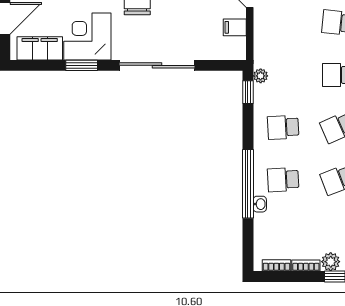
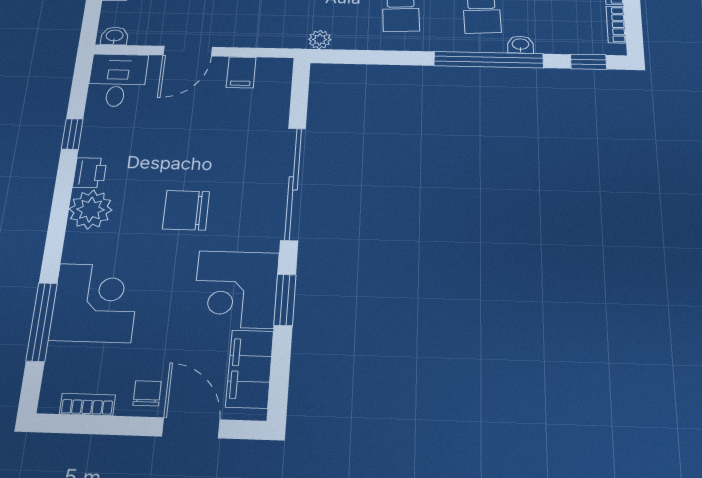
window: (248, 92) -> (588, 62), moved

